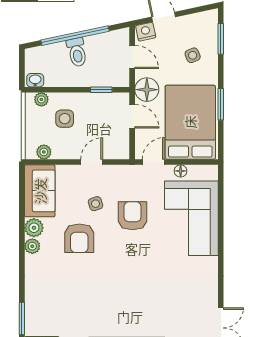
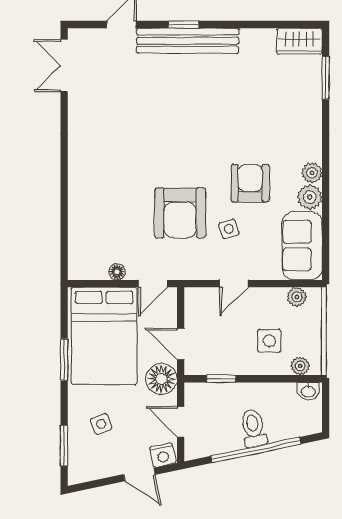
armchair: (133, 216) -> (180, 213), width x1.36, depth x1.36
corner sofa: (191, 218) -> (103, 210), removed

